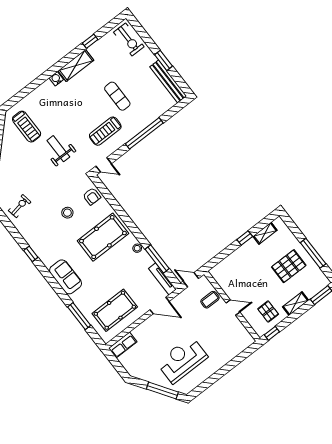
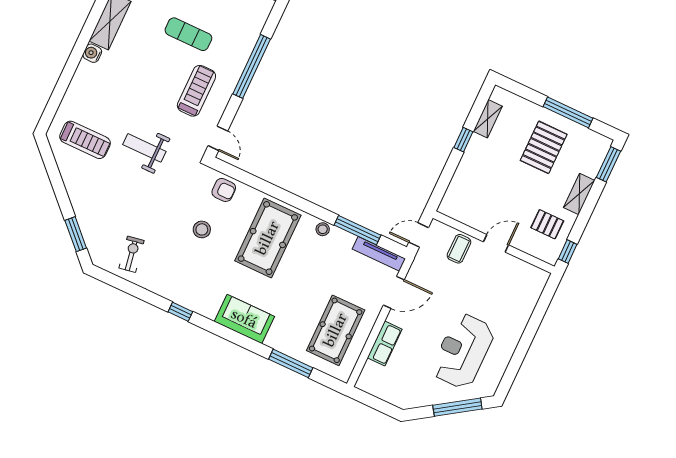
treadmill: (105, 131) -> (196, 91), turned 180
door: (104, 165) -> (218, 138), hinge flipped
row of seats: (123, 345) -> (385, 343), moved

